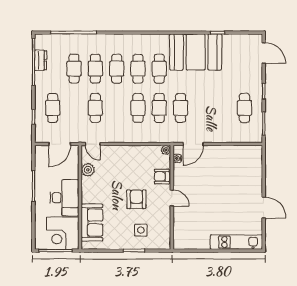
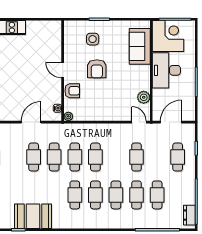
booth: (196, 52) -> (33, 216), width x0.73, depth x0.70
dresser: (41, 60) -> (189, 215), moved
cafe table: (202, 108) -> (34, 157), added
door: (193, 144) -> (31, 122), moved

